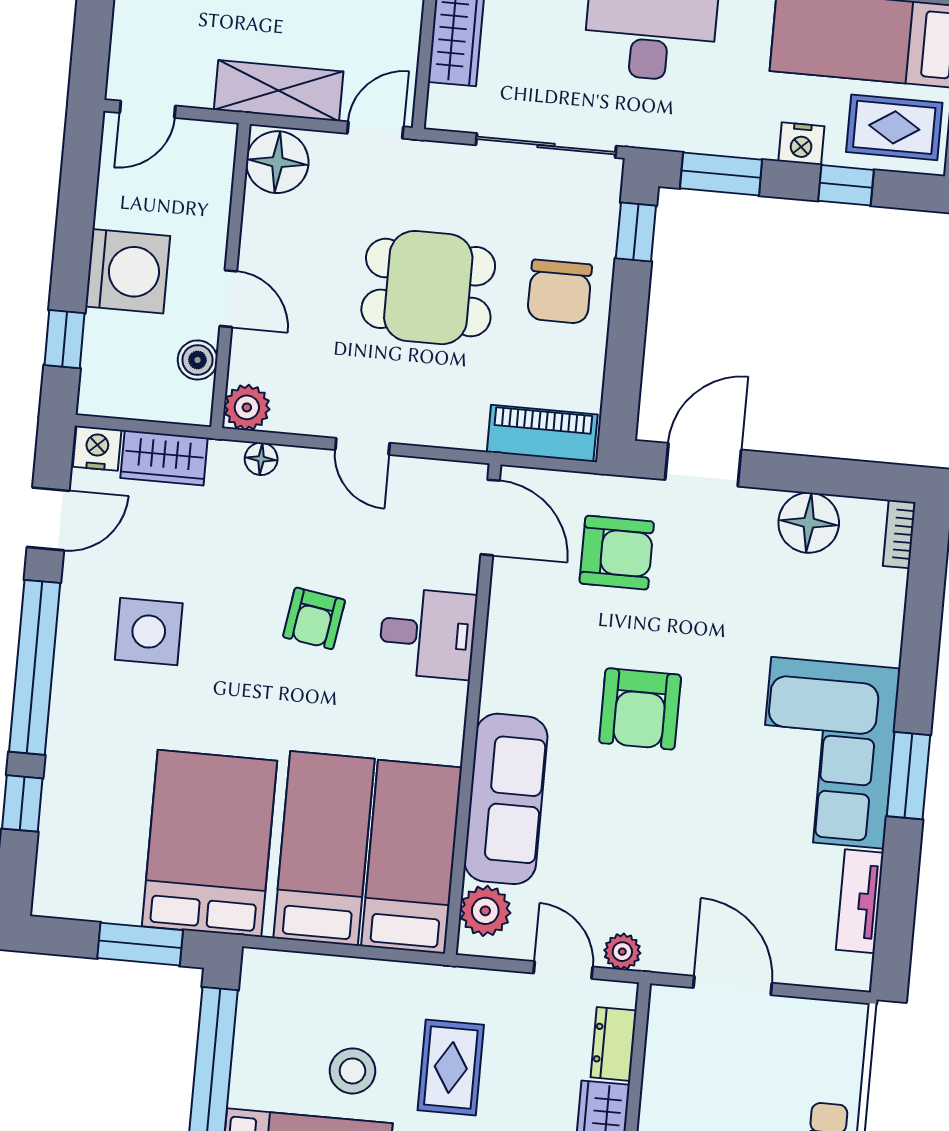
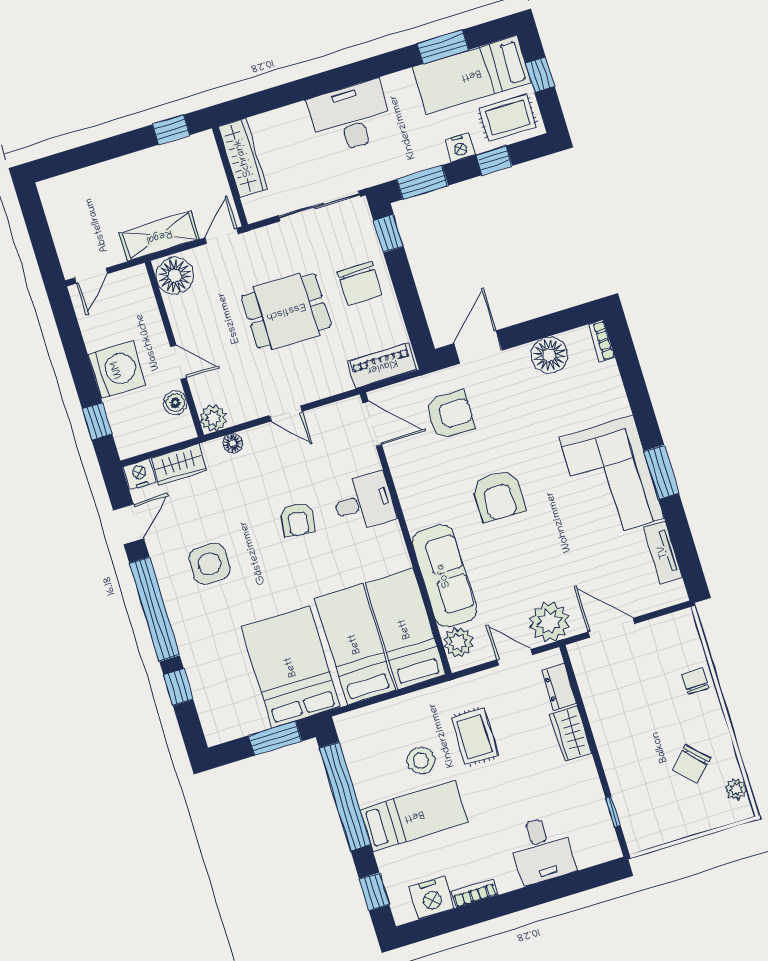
plant: (622, 952) -> (549, 622), width x1.88, depth x1.88

